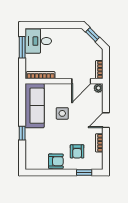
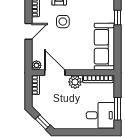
plant: (62, 72) -> (75, 82), added
door: (81, 81) -> (55, 73), hinge flipped
side table: (62, 113) -> (63, 22), moved

